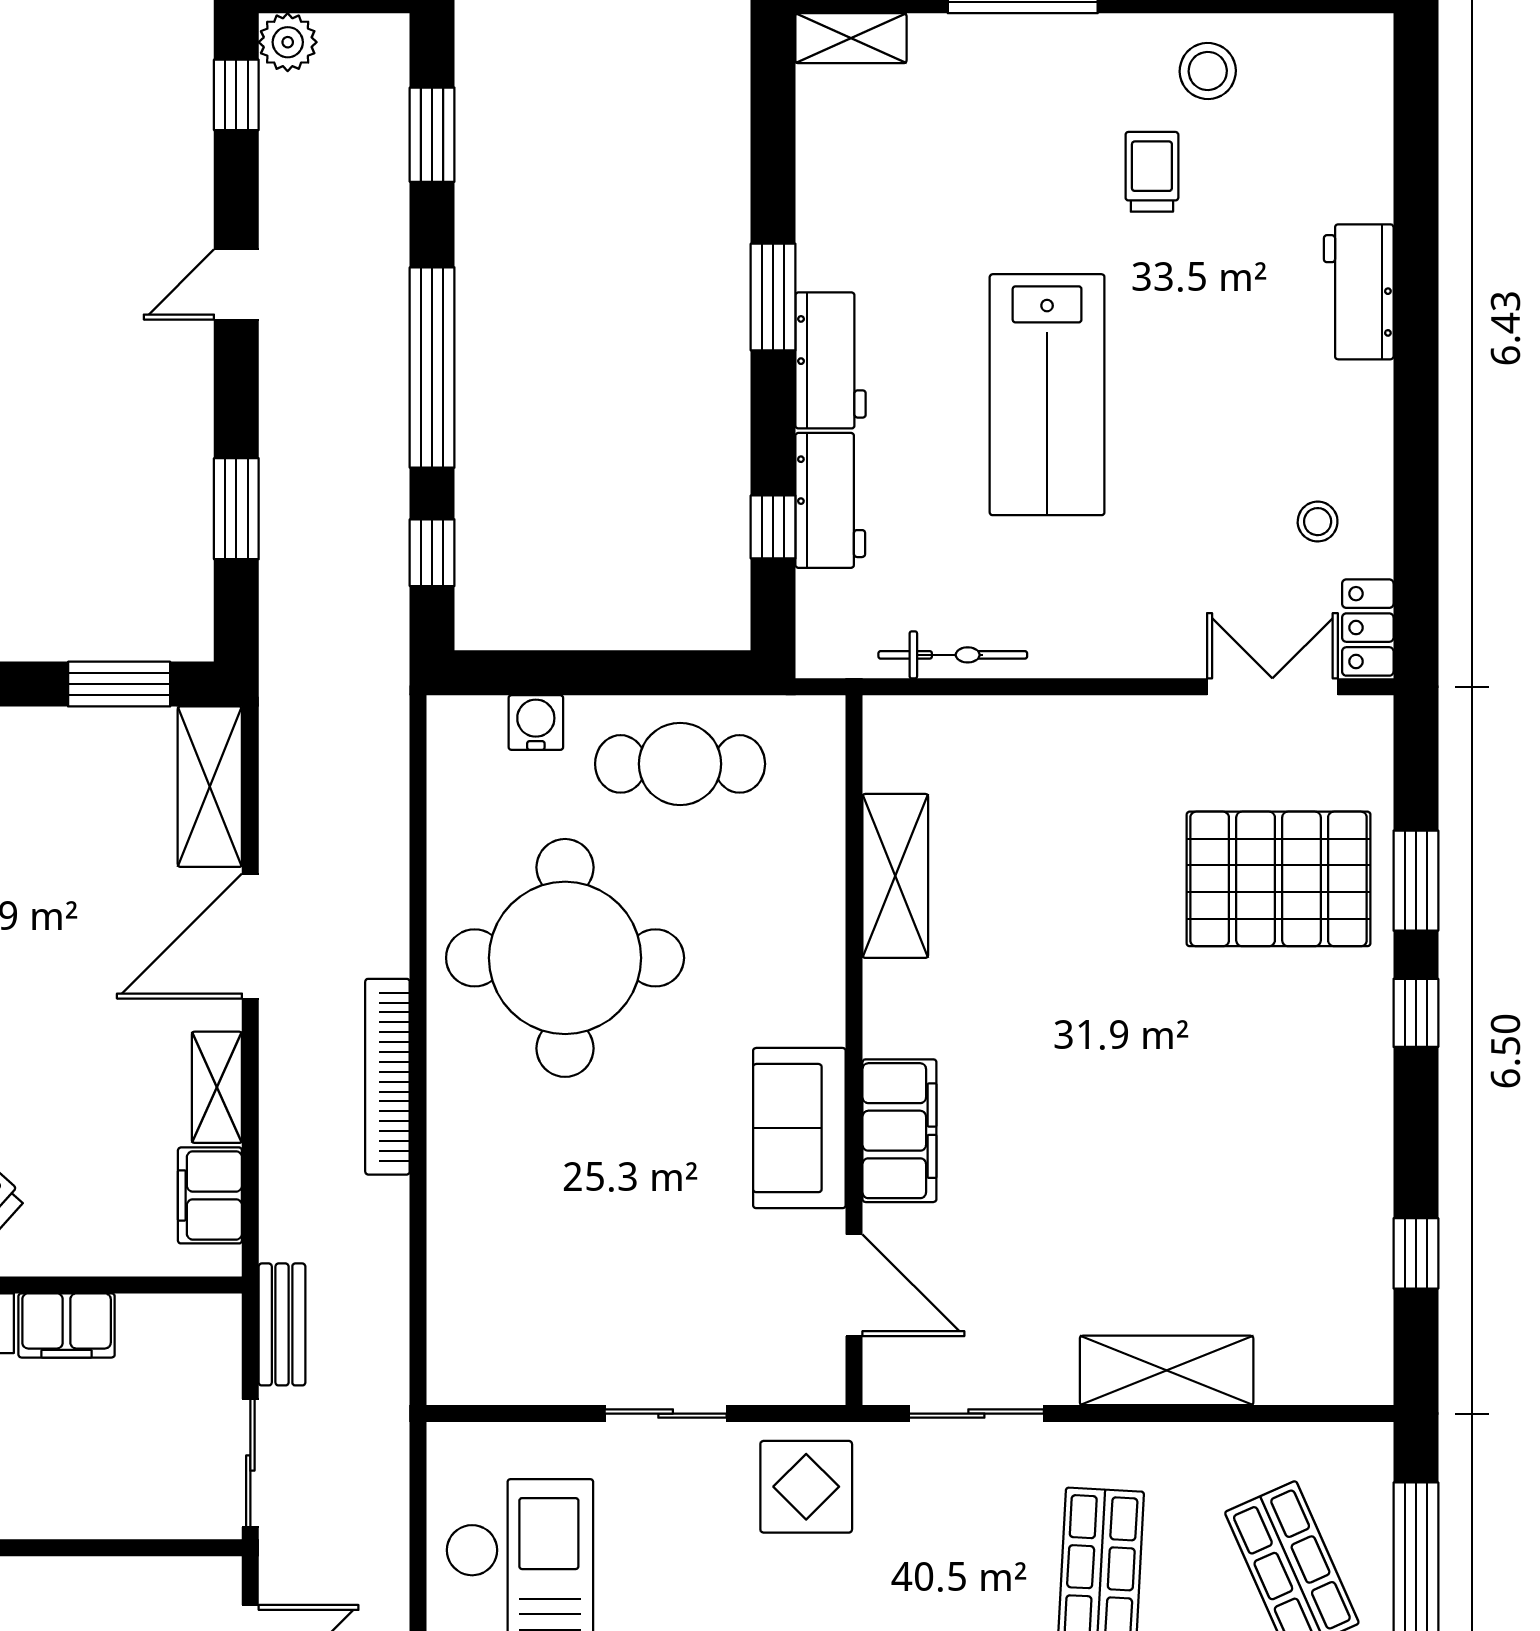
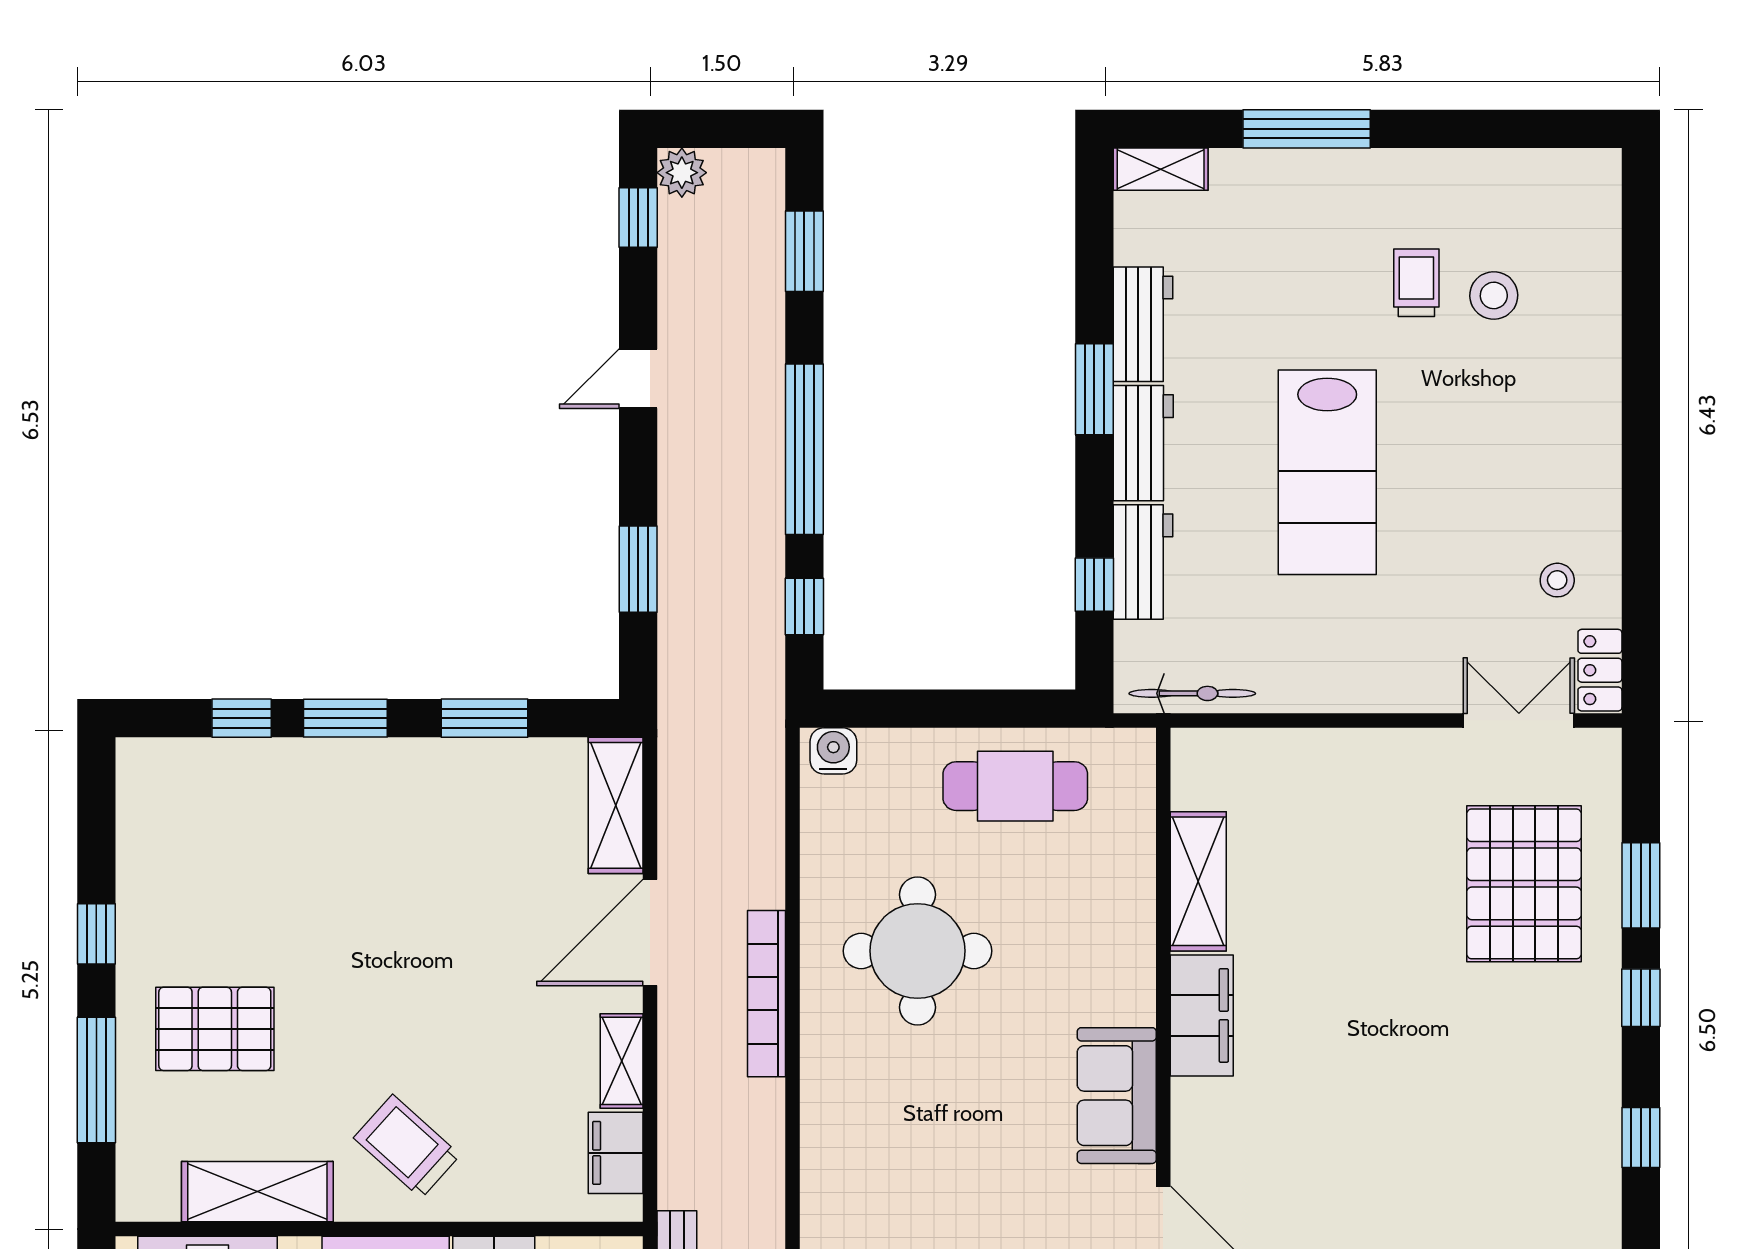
stool: (1208, 71) -> (1494, 295), moved
workbench: (1359, 292) -> (1143, 324), moved, turned 180
bicycle: (953, 655) -> (1192, 693), moved
window: (119, 684) -> (485, 718), moved
water cooler: (536, 723) -> (833, 751), moved
pallet: (1279, 879) -> (1524, 884), turned 90
round table: (565, 958) -> (918, 951), width x0.73, depth x0.73
bookcase: (387, 1077) -> (767, 994), moved
filing cabinet: (899, 1131) -> (1202, 1015), moved
window: (1416, 1253) -> (1641, 1138), moved

